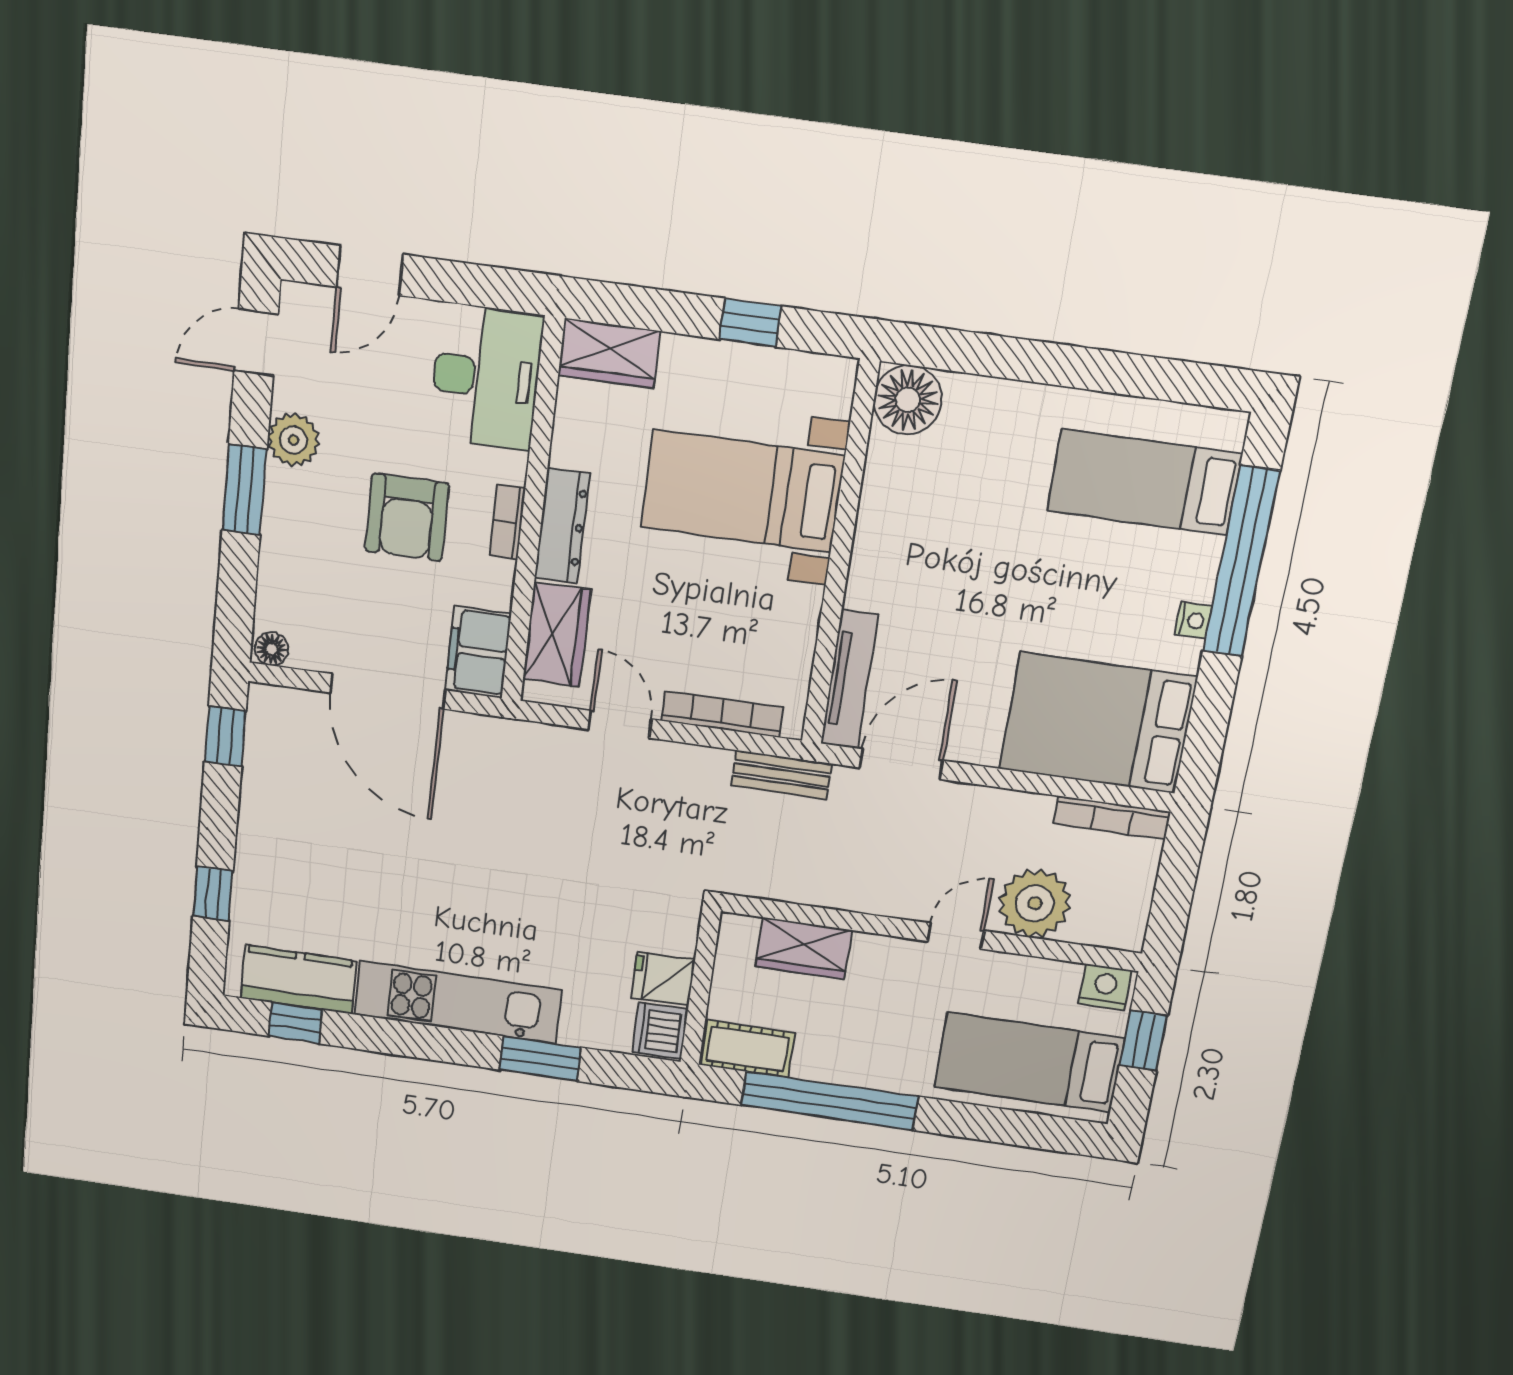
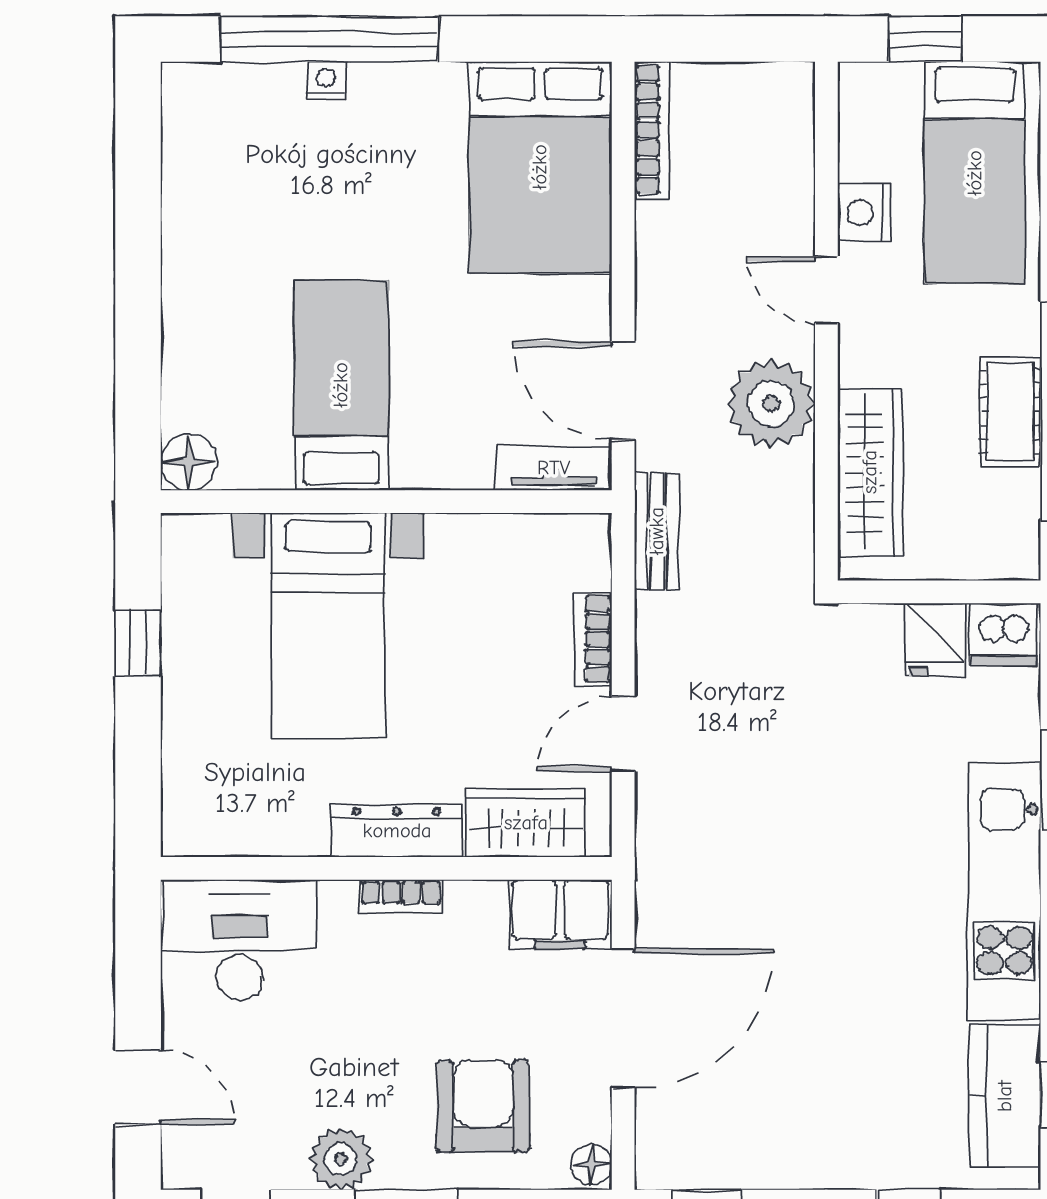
wardrobe: (609, 353) -> (193, 801), removed
floor lamp: (908, 400) -> (189, 462), width x0.73, depth x0.73
bed: (1144, 482) -> (341, 385), moved, turned 180
armchair: (407, 517) -> (483, 1106), moved, turned -90
nightstand: (1193, 620) -> (326, 80), moved
tv unit: (849, 679) -> (554, 468), width x0.71
bookcase: (722, 714) -> (593, 639), width x0.64
plant: (1035, 903) -> (771, 404), moved
wardrobe: (804, 948) -> (870, 472), width x1.50
nightstand: (1105, 987) -> (864, 213), moved
cot: (748, 1049) -> (1011, 411), moved

